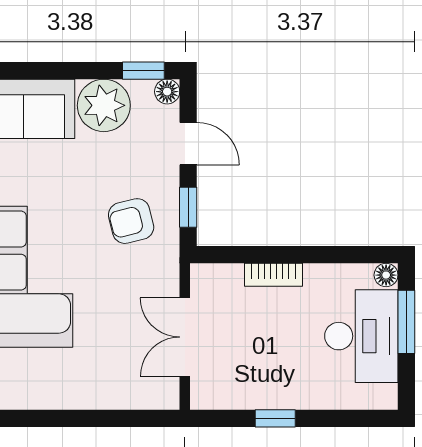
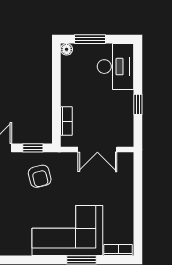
bookcase: (273, 275) -> (66, 121), moved
desk: (361, 336) -> (116, 67), moved, turned 90

